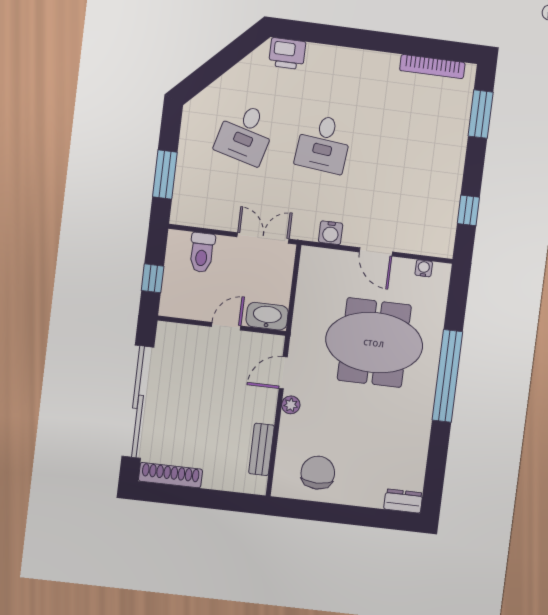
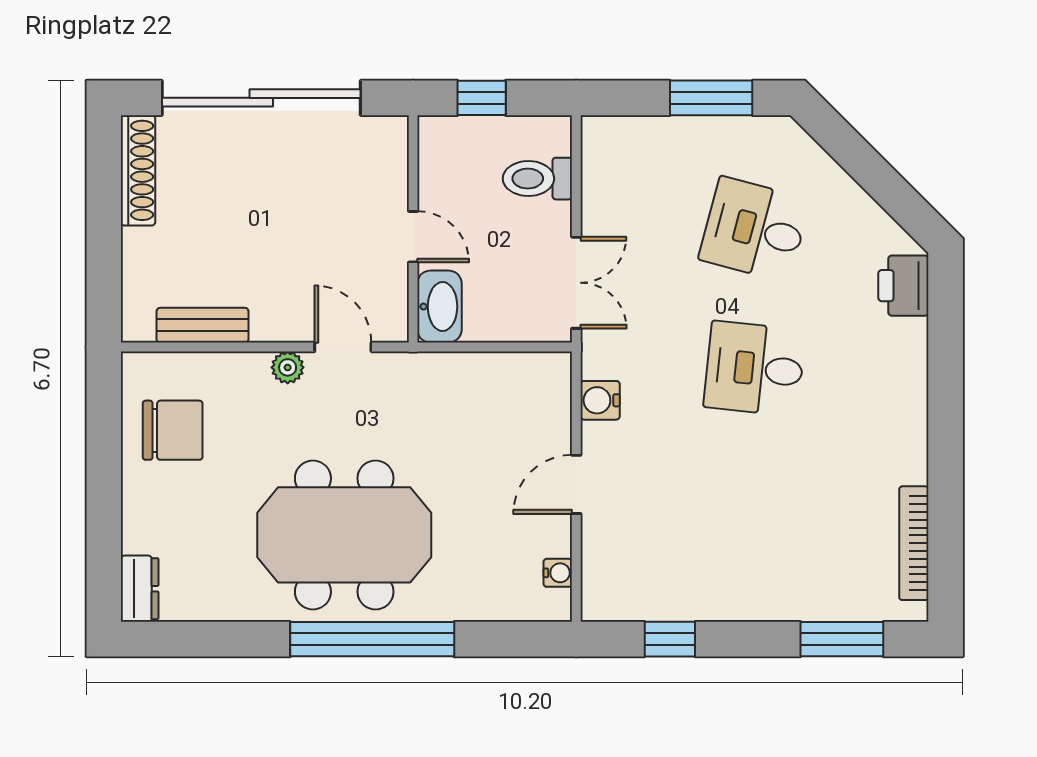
window: (165, 174) -> (711, 98), moved
meeting table: (374, 343) -> (344, 535), moved, turned 90

